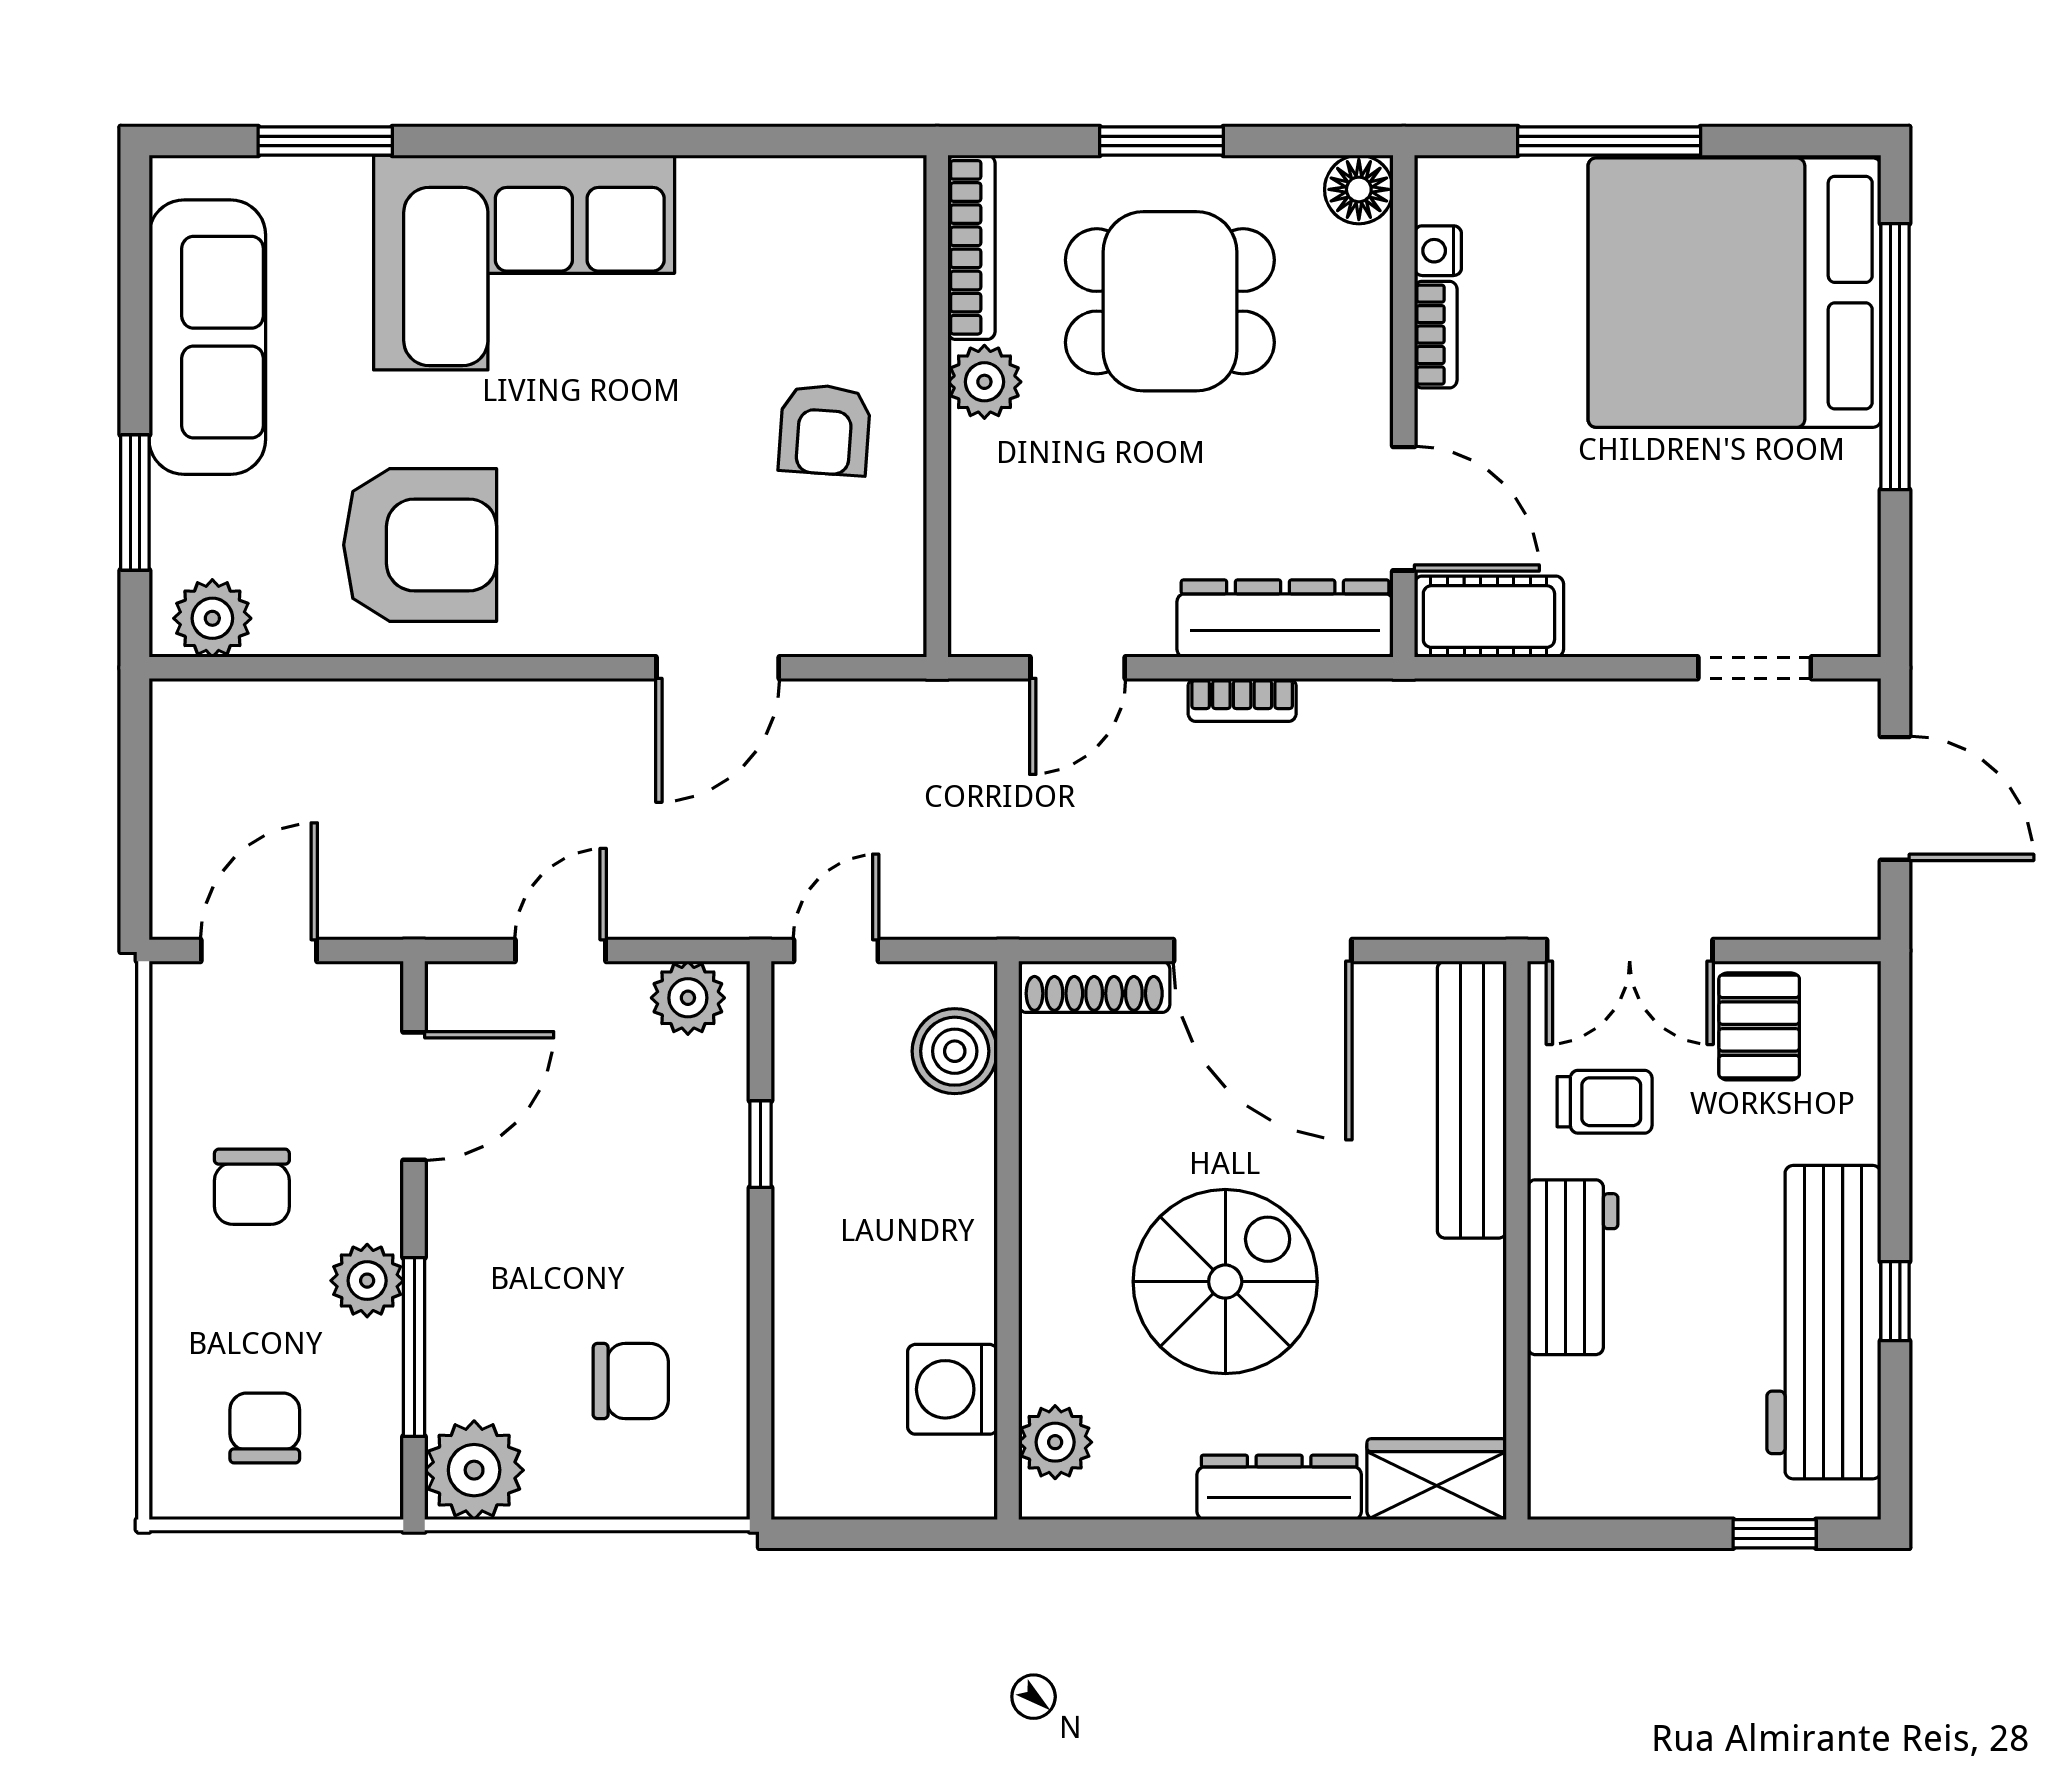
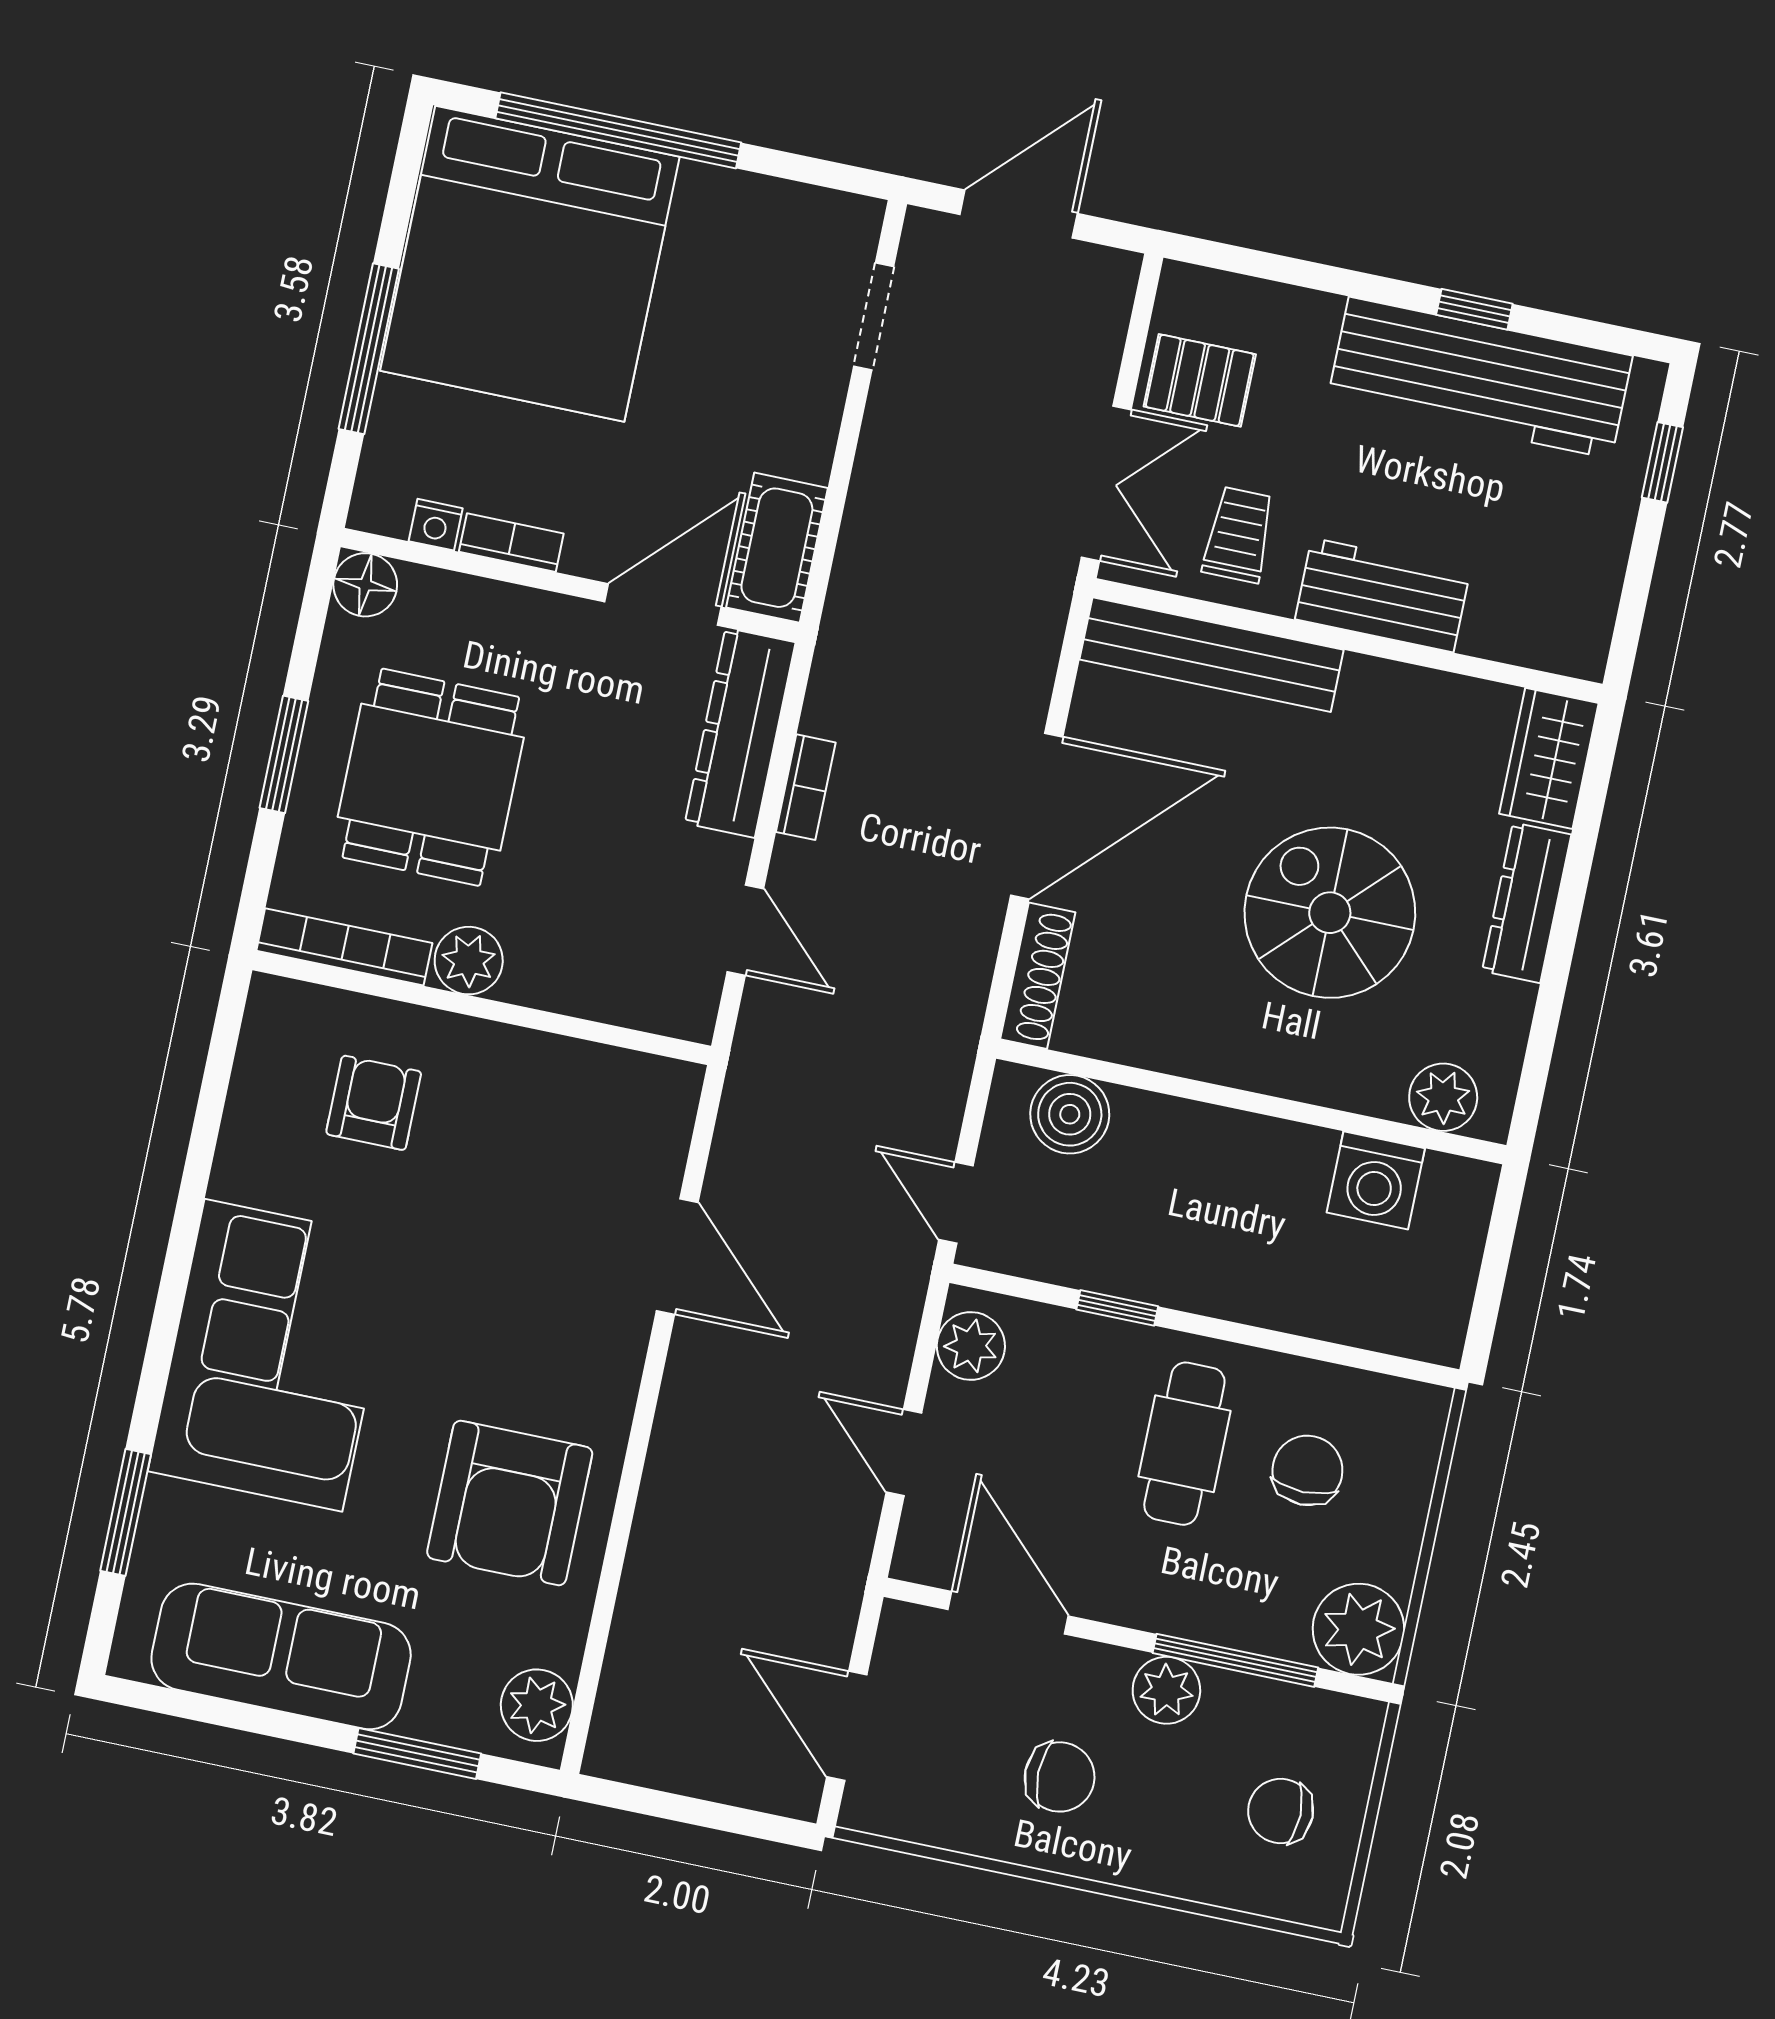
armchair: (825, 430) -> (374, 1103), moved, turned -94
armchair: (420, 545) -> (510, 1503), turned 180
cafe table: (632, 1245) -> (1184, 1444), added

